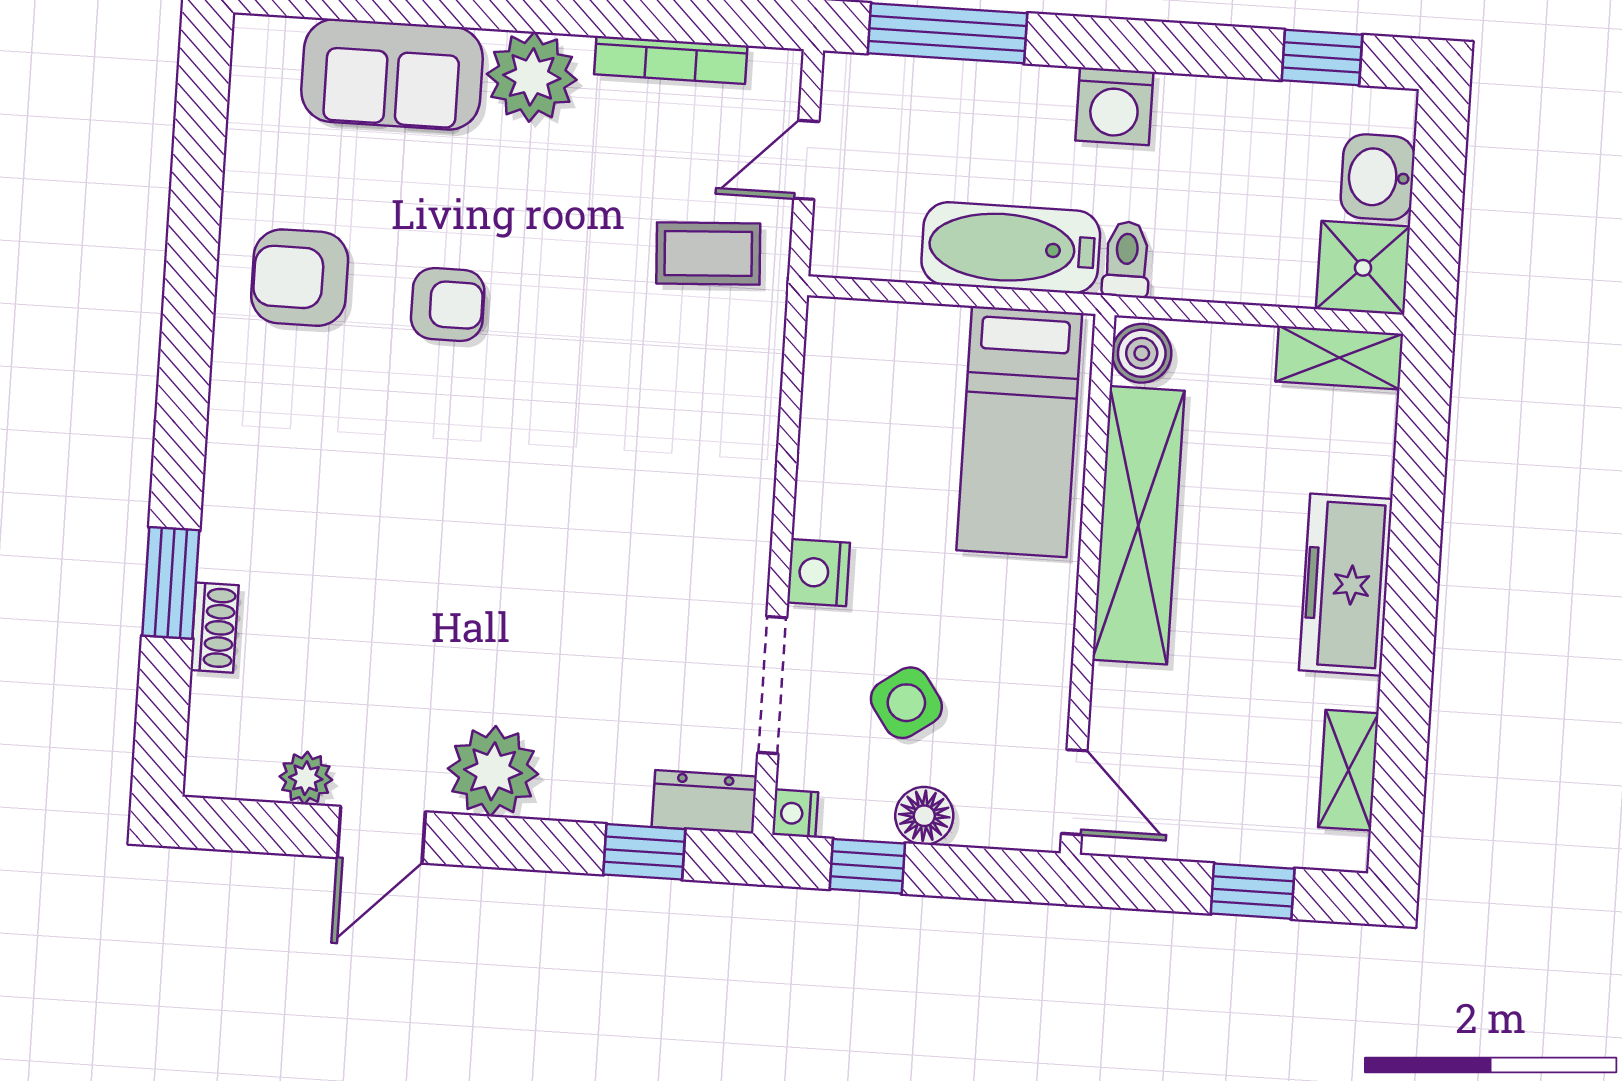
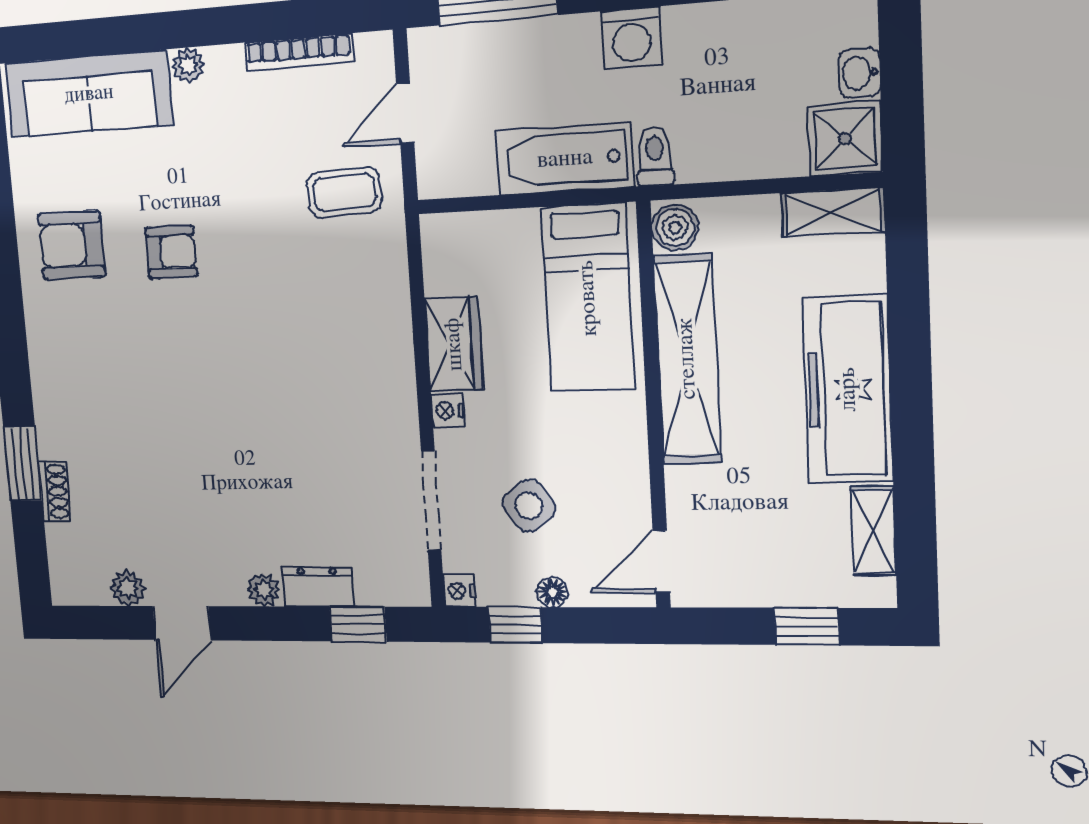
sofa: (392, 74) -> (89, 94), width x1.36
plant: (532, 77) -> (188, 65), width x0.53, depth x0.53
washbasin: (1378, 177) -> (859, 73), width x0.72, depth x0.69
wardrobe: (832, 474) -> (454, 344), added
nightstand: (819, 573) -> (448, 411), width x0.72, depth x0.74
freezer: (1346, 585) -> (848, 389), width x1.36, depth x1.26
plant: (493, 771) -> (264, 590), width x0.53, depth x0.53
door: (1074, 792) -> (661, 562), swing flipped
dresser: (704, 802) -> (318, 587), moved
floor lamp: (924, 816) -> (552, 592), width x0.73, depth x0.73

